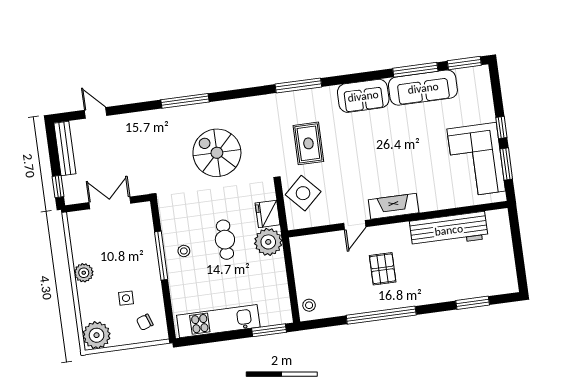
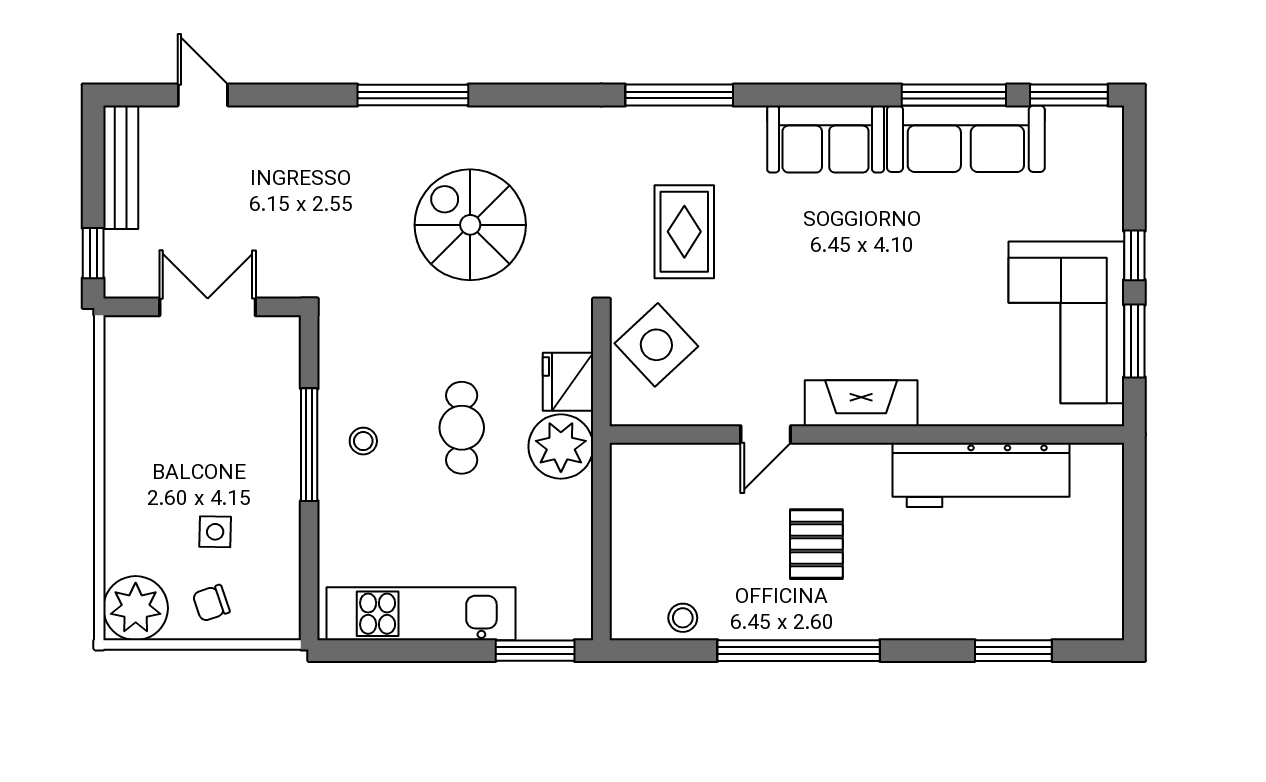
plant: (84, 273) -> (126, 460), removed
stool: (309, 305) -> (683, 618), moved
chair: (145, 322) -> (211, 603), moved

